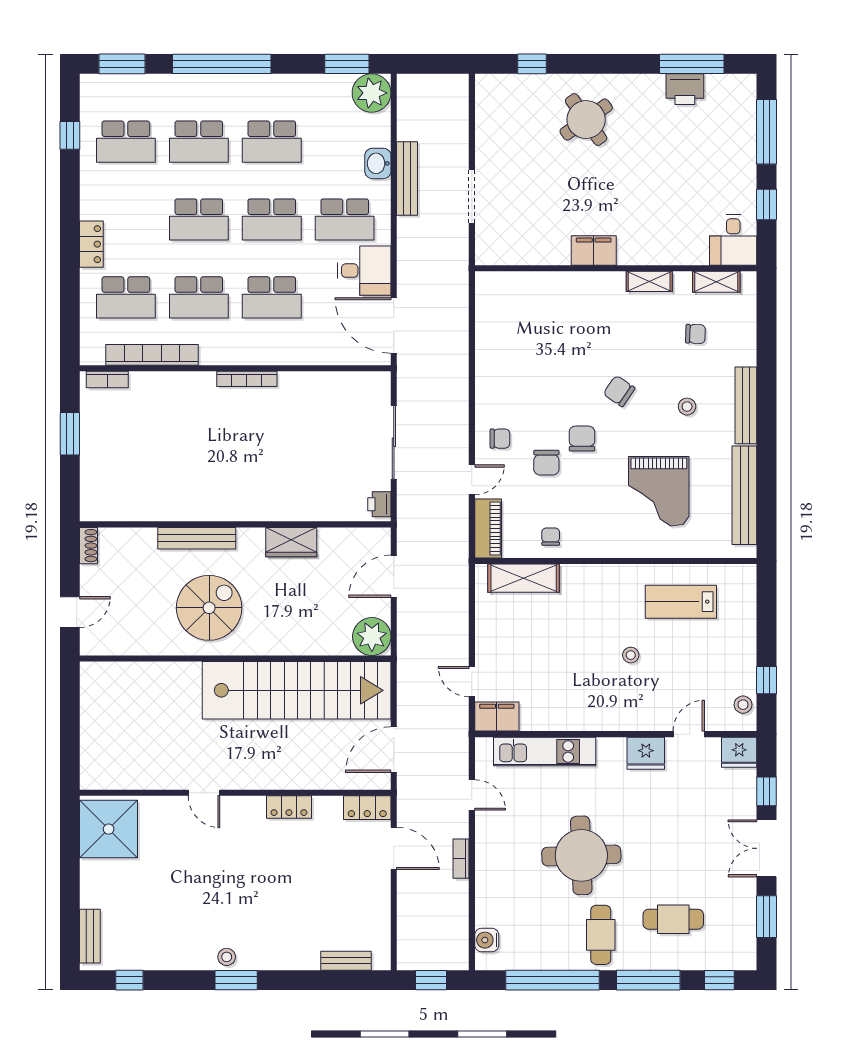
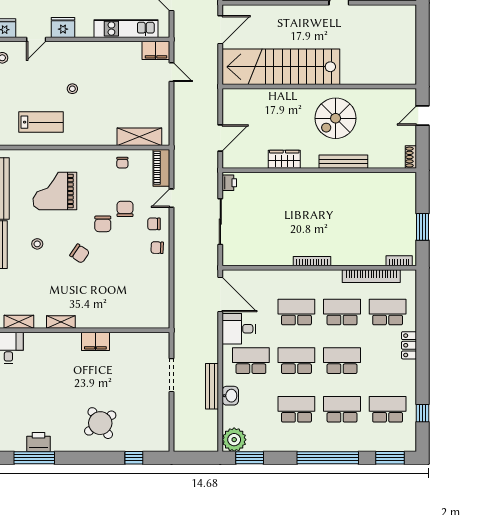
chair: (695, 334) -> (157, 248), moved
grand piano: (659, 491) -> (55, 191), turned -90
plant: (372, 637) -> (234, 100), removed

